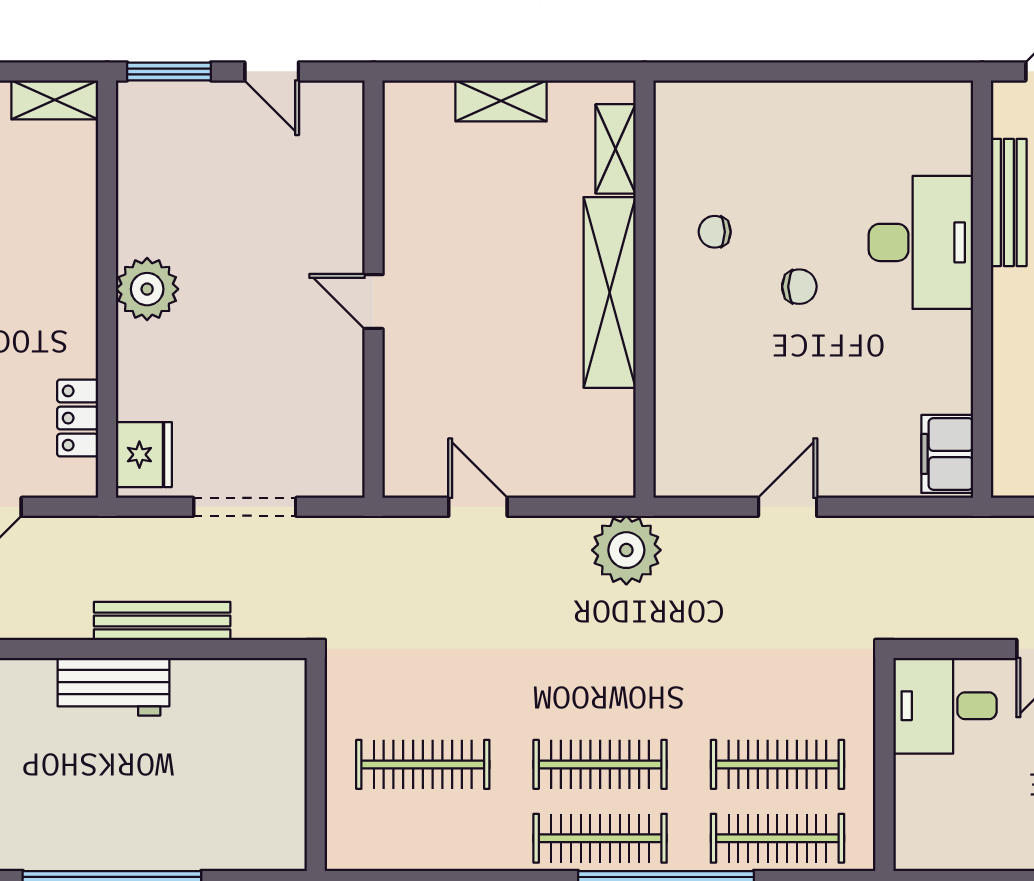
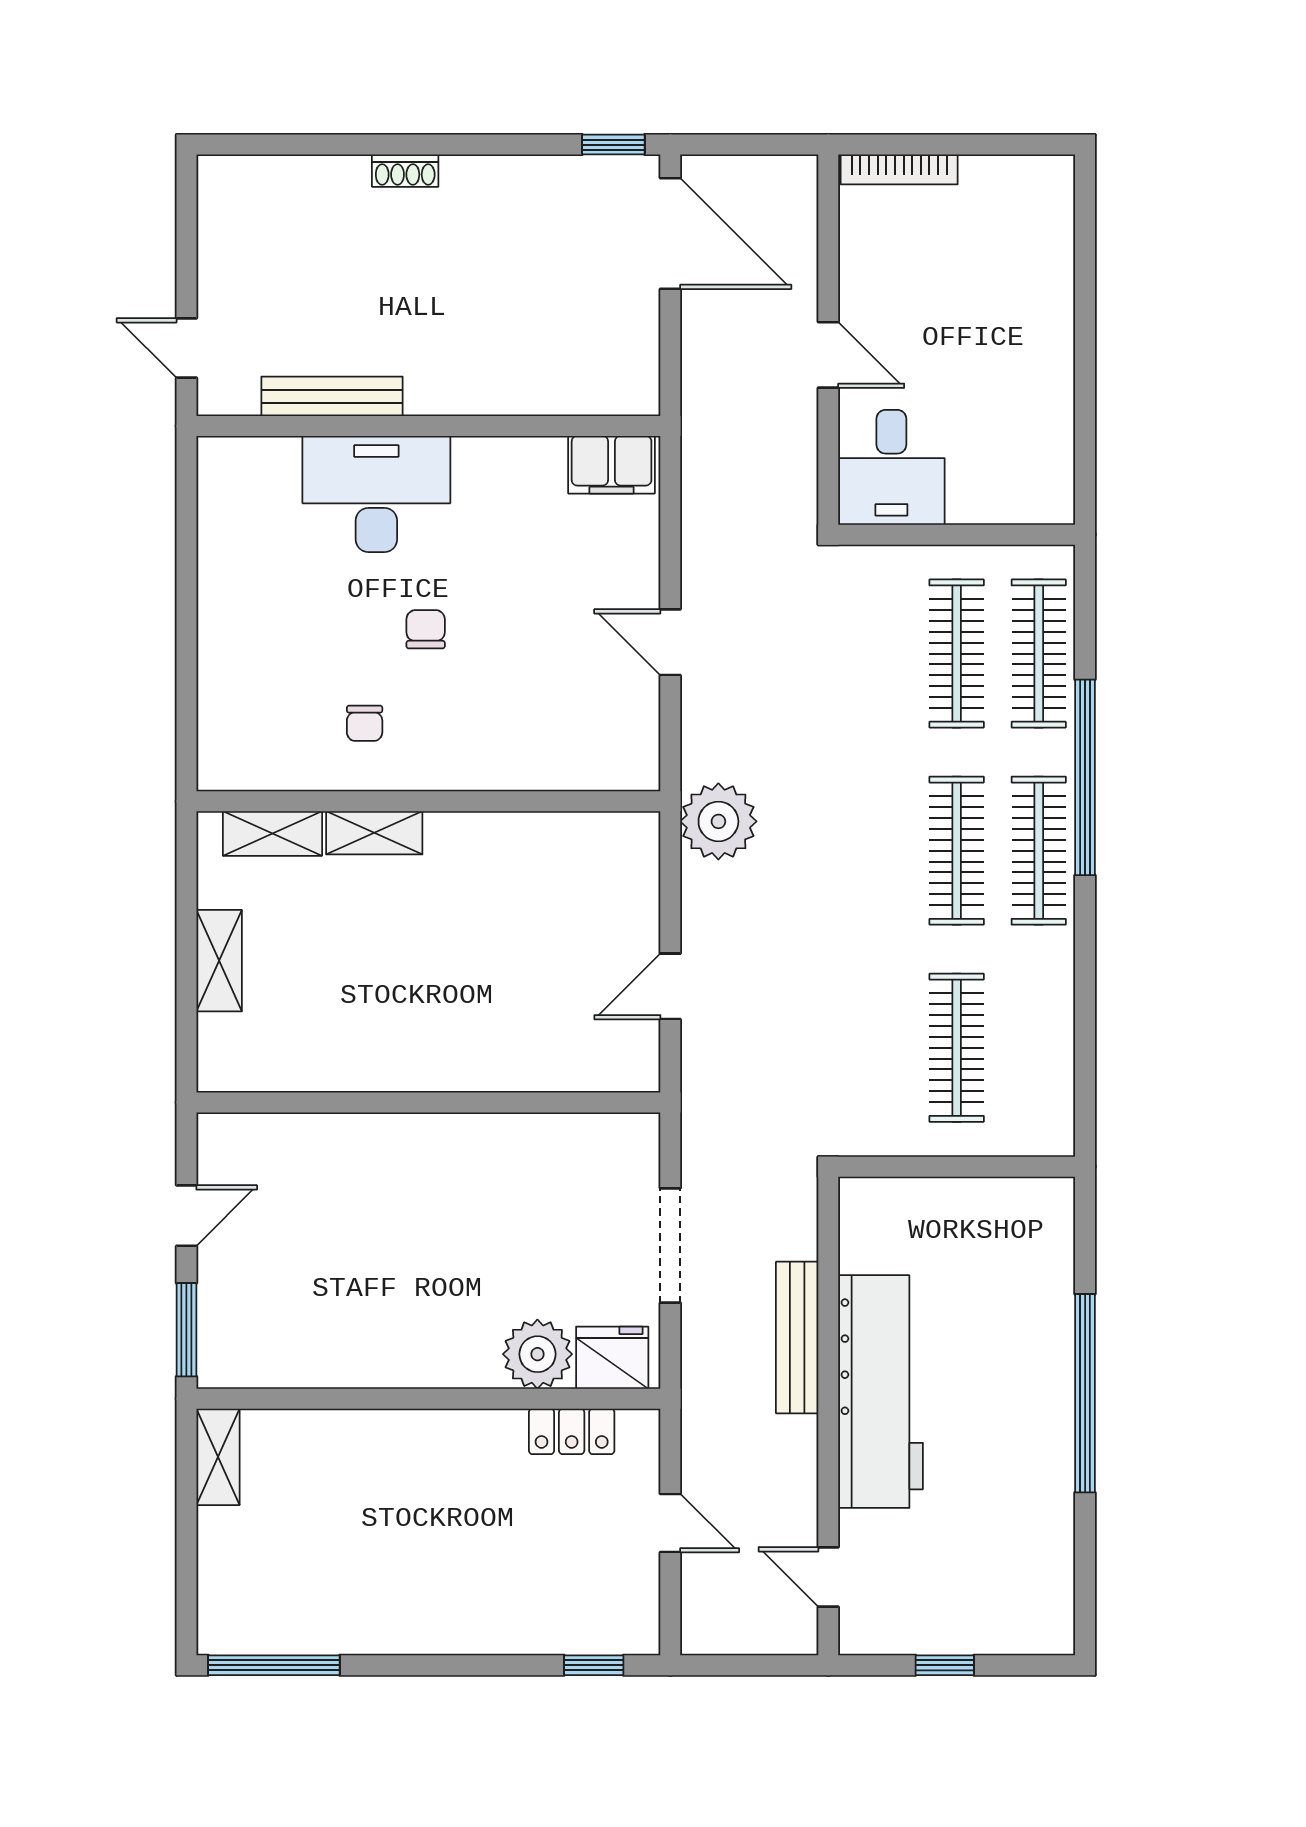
plant: (147, 289) -> (537, 1354), moved
shelving: (610, 292) -> (374, 833), width x0.45, depth x0.75
door: (374, 302) -> (442, 1102), removed
workbench: (113, 687) -> (881, 1392), width x1.88, depth x1.32

